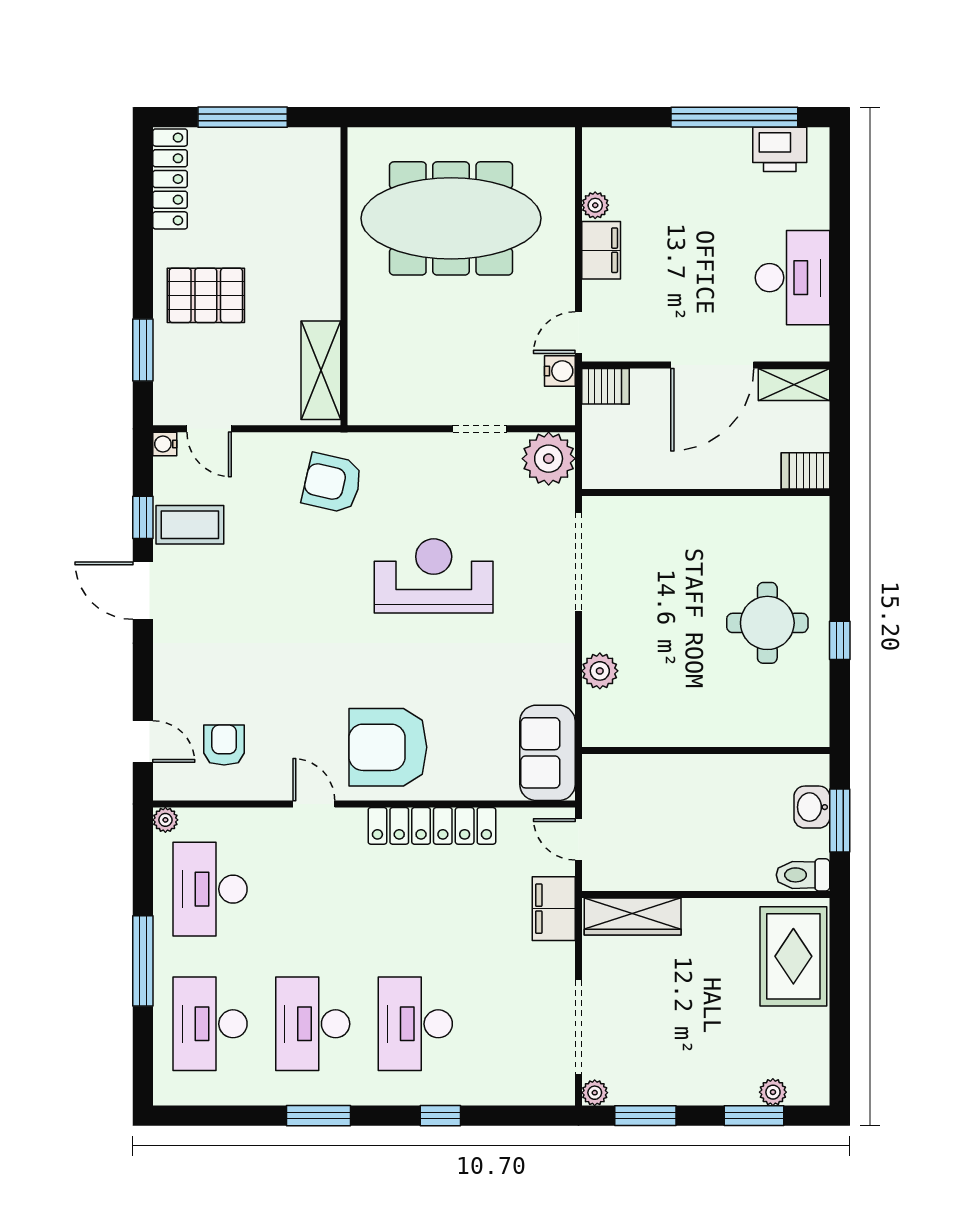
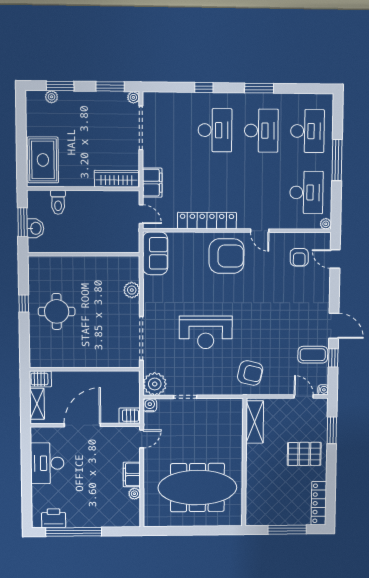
water cooler: (560, 371) -> (150, 405), moved, turned 90
shelving: (794, 384) -> (37, 404), moved, turned 90
toilet: (803, 875) -> (58, 202), moved, turned 90

